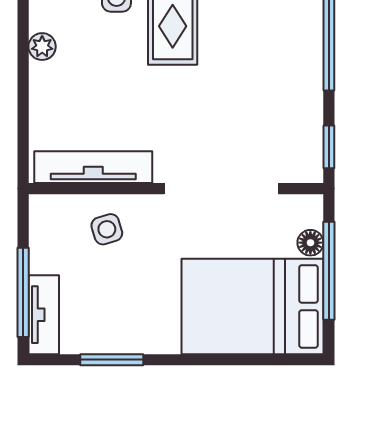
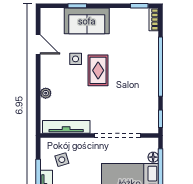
plant: (42, 47) -> (46, 93), moved
side table: (107, 229) -> (62, 160), moved

